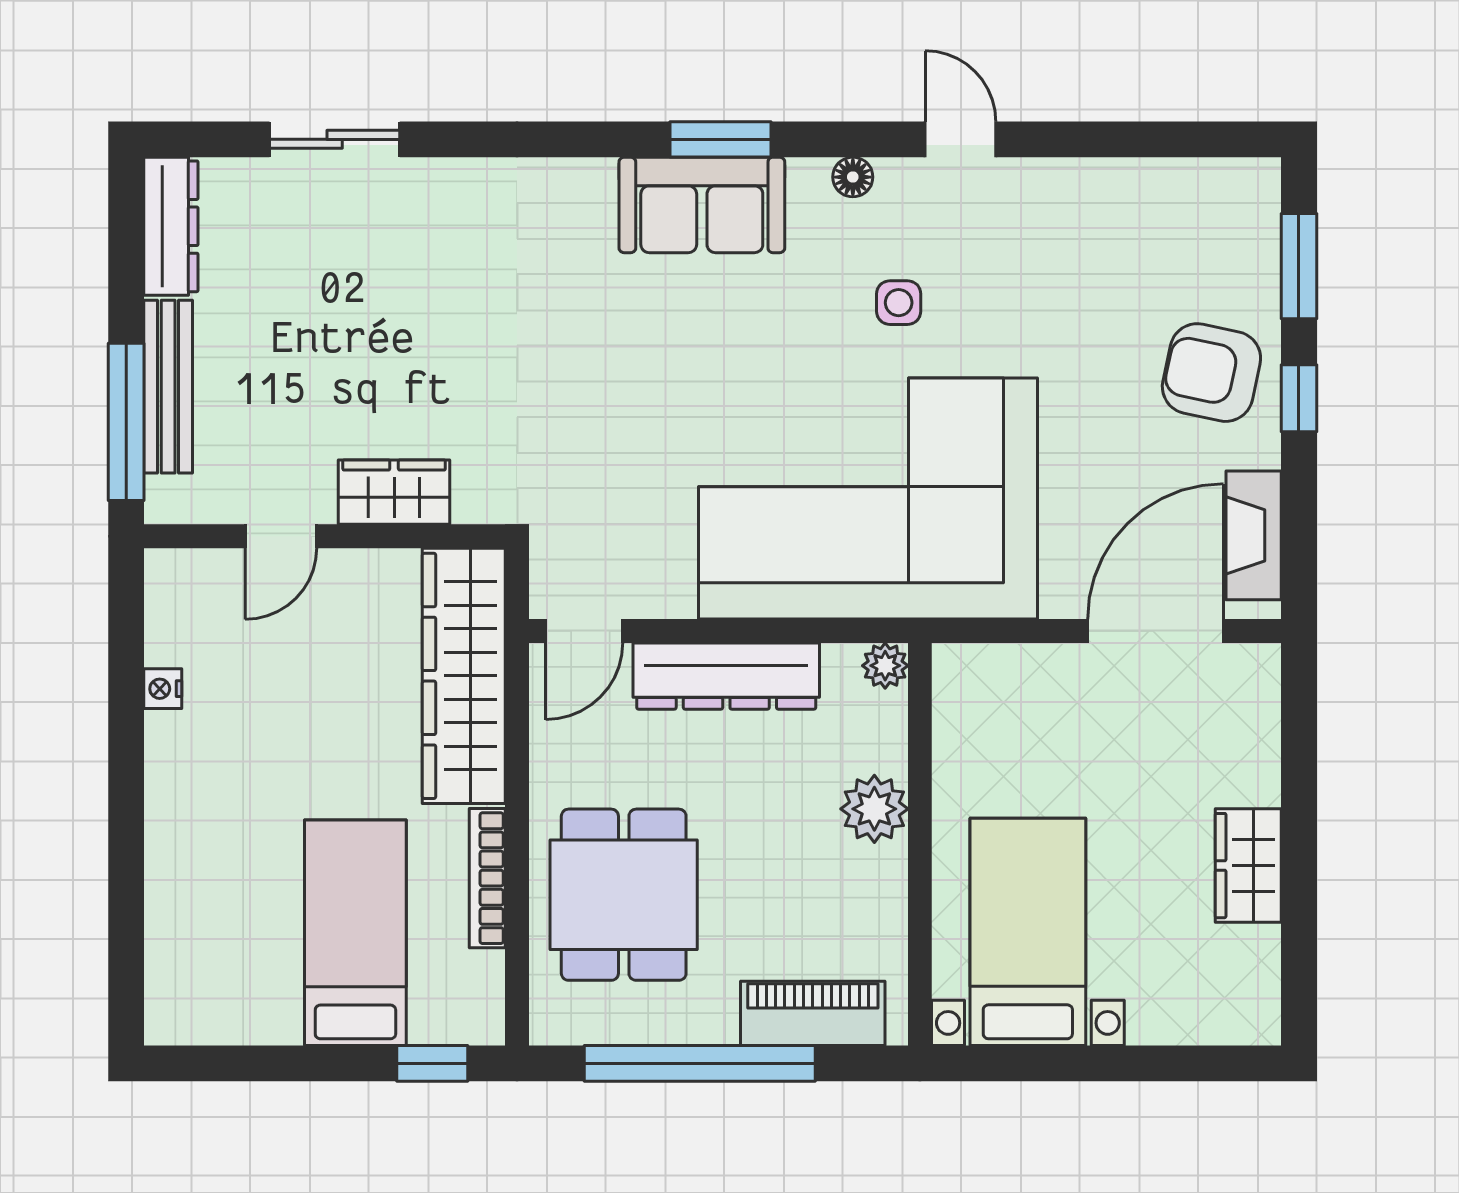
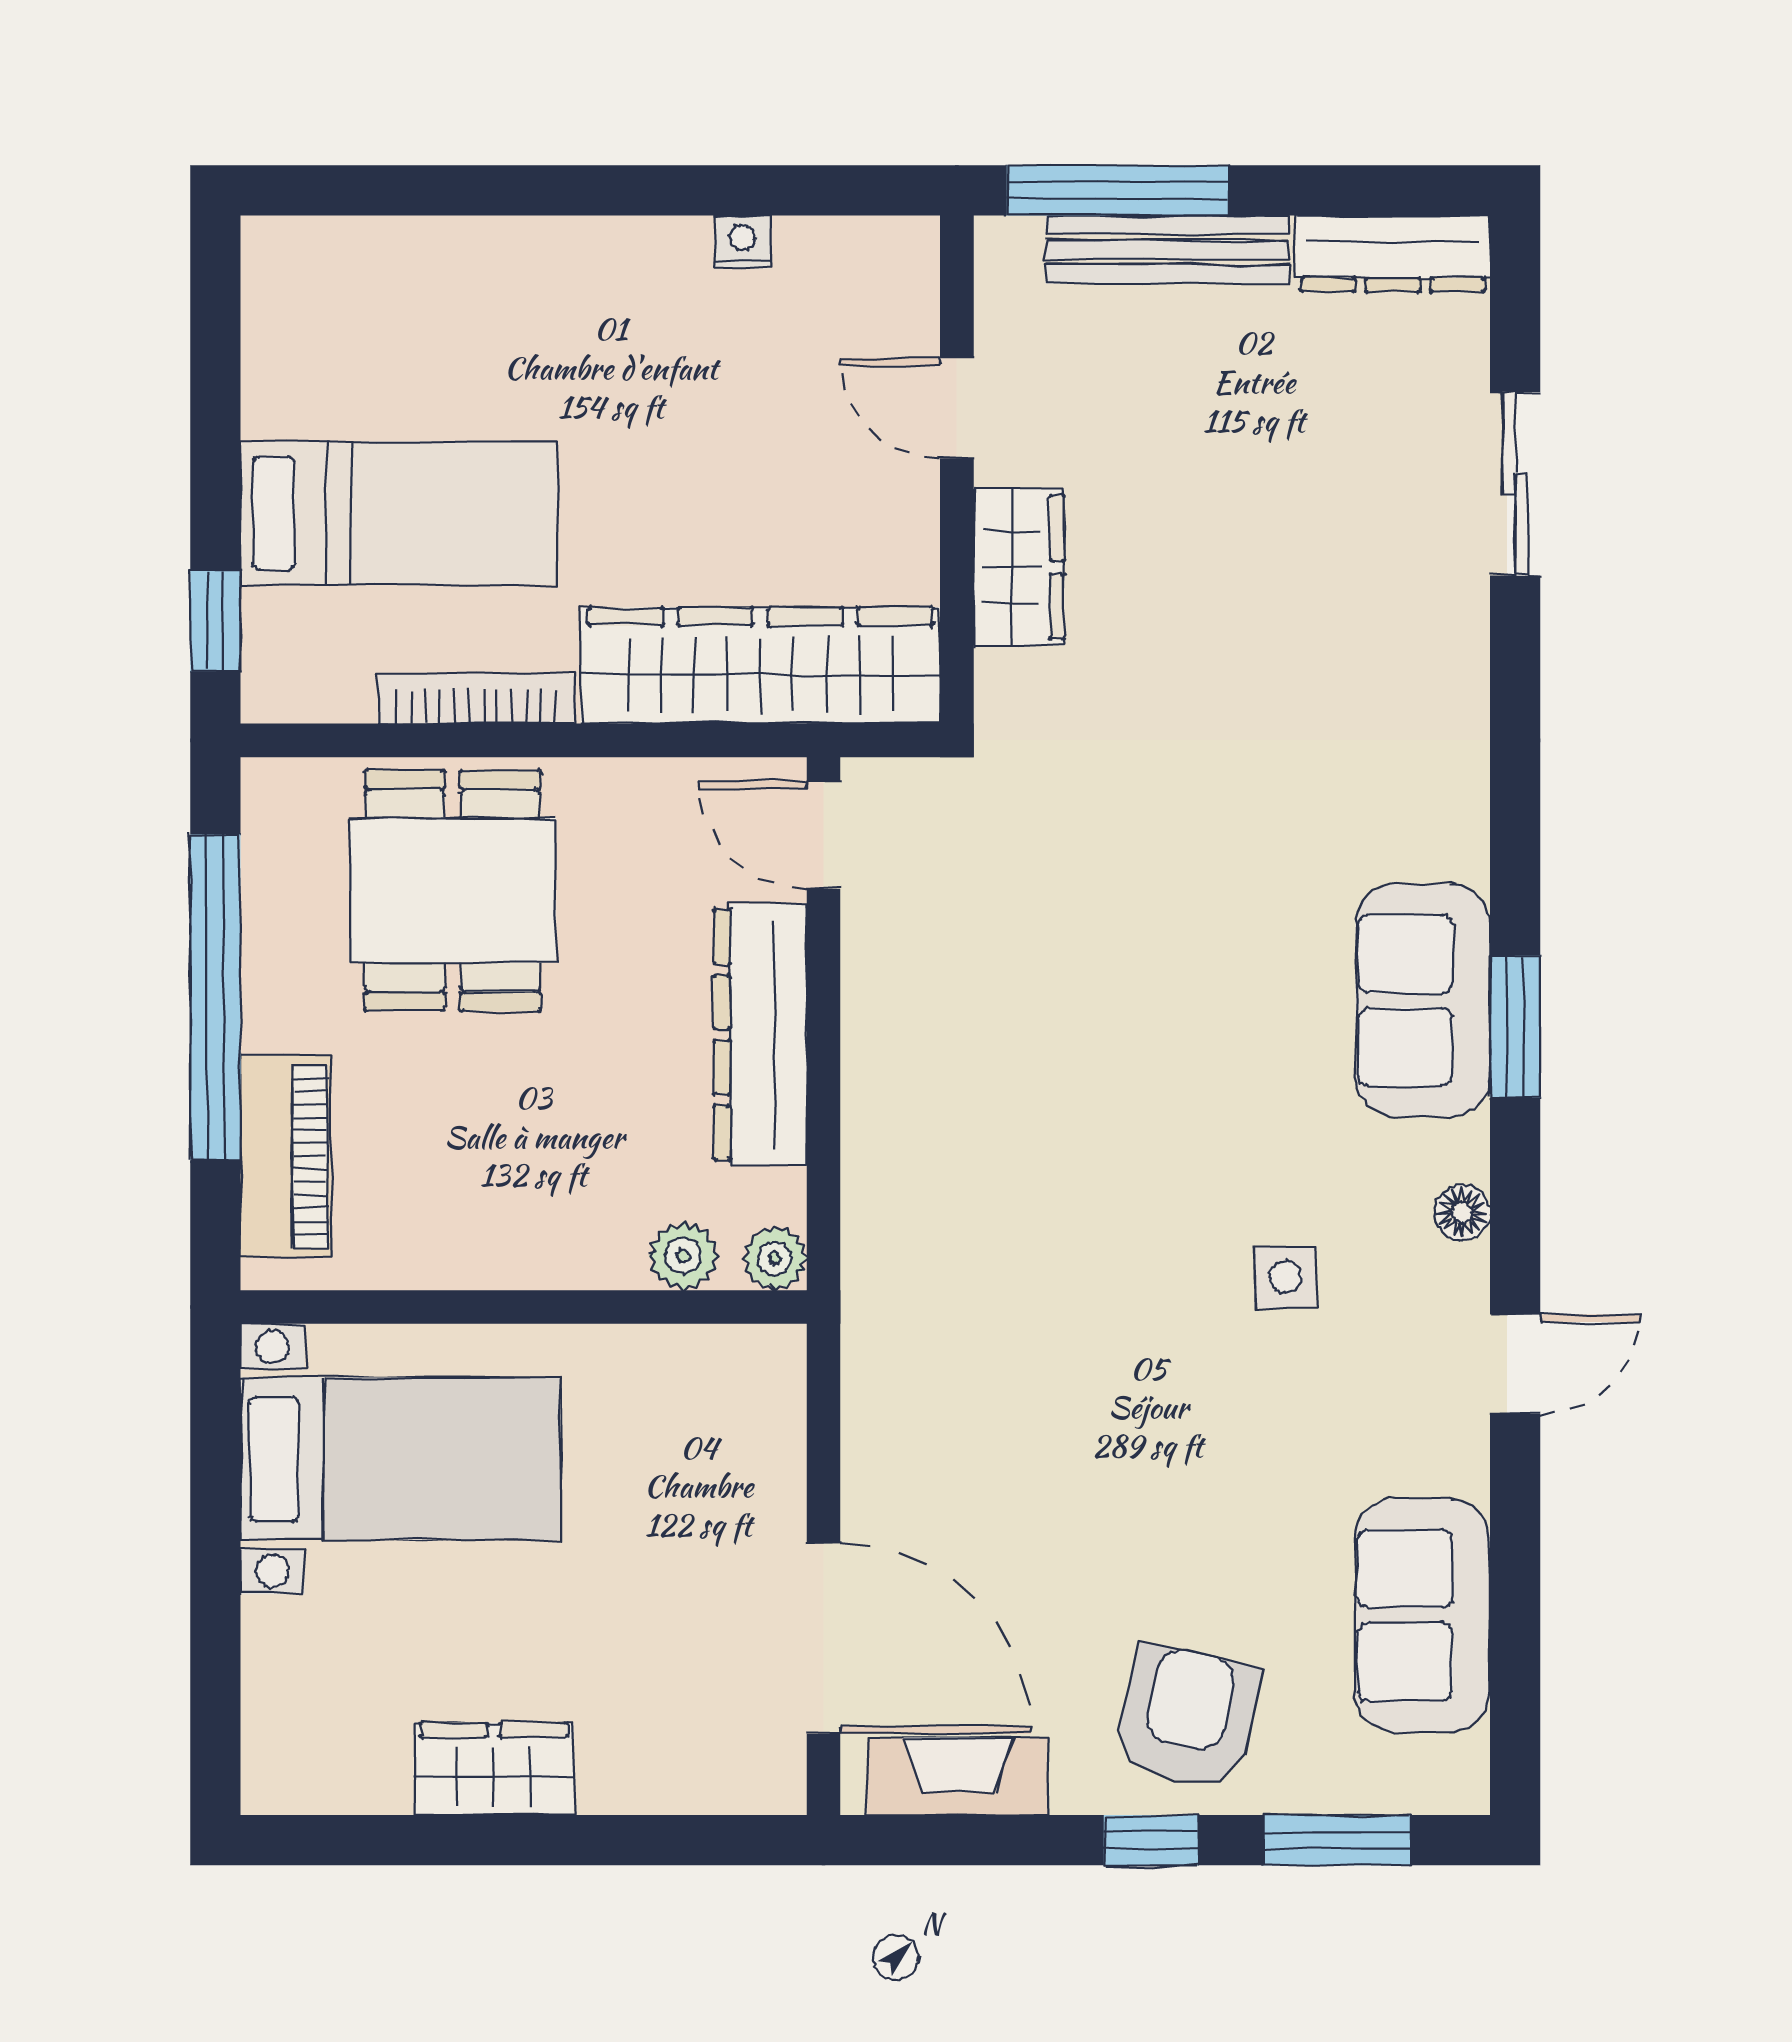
sofa: (1139, 205) -> (1423, 1615), added
corner sofa: (868, 499) -> (1010, 1234), removed
plant: (874, 809) -> (683, 1256), moved, width x0.73, depth x0.73
dining table: (624, 895) -> (453, 890), turned 90

